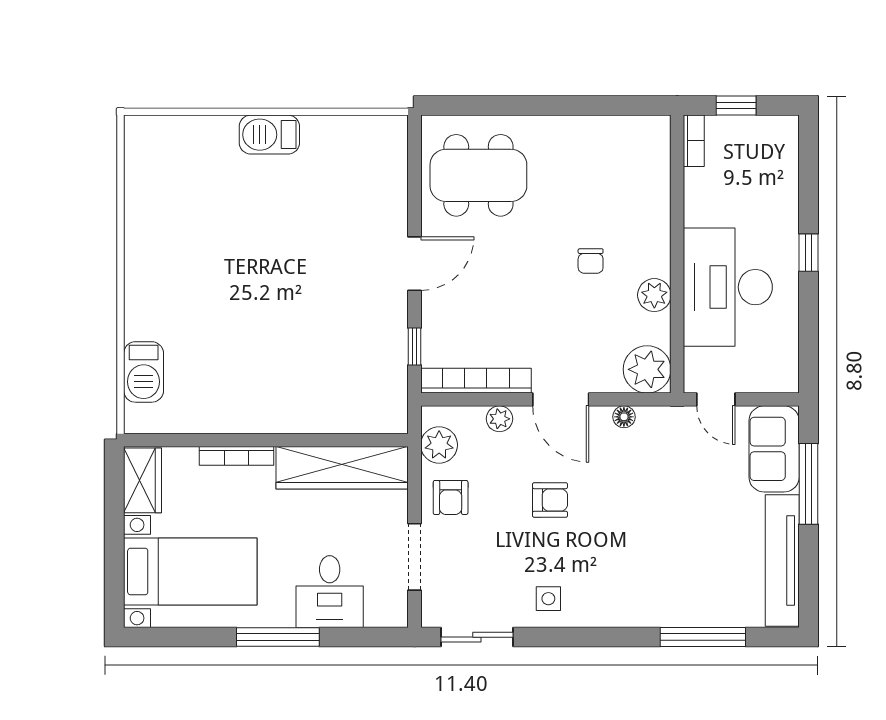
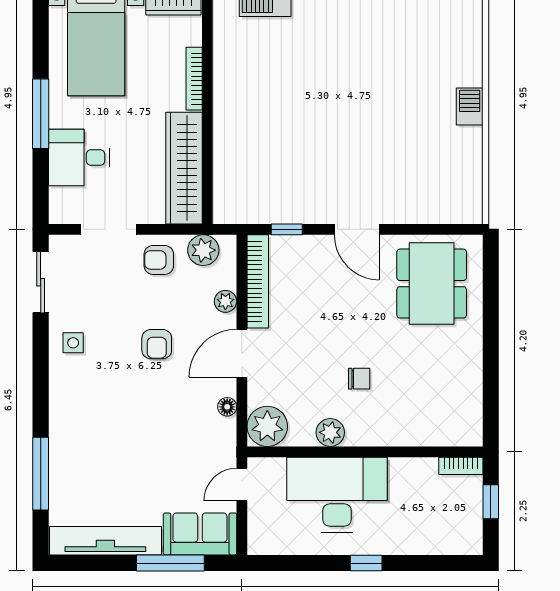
barbecue: (269, 135) -> (470, 107), width x0.73, depth x0.79
chair: (591, 261) -> (359, 379), turned 180

